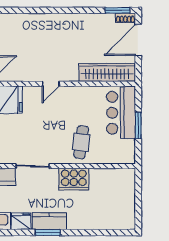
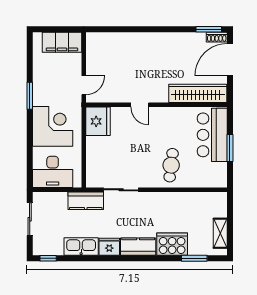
door: (51, 84) -> (140, 105), hinge flipped
cooker: (74, 179) -> (172, 244), moved, turned 180
shelving: (129, 208) -> (220, 233), added
window: (48, 232) -> (194, 258), moved

